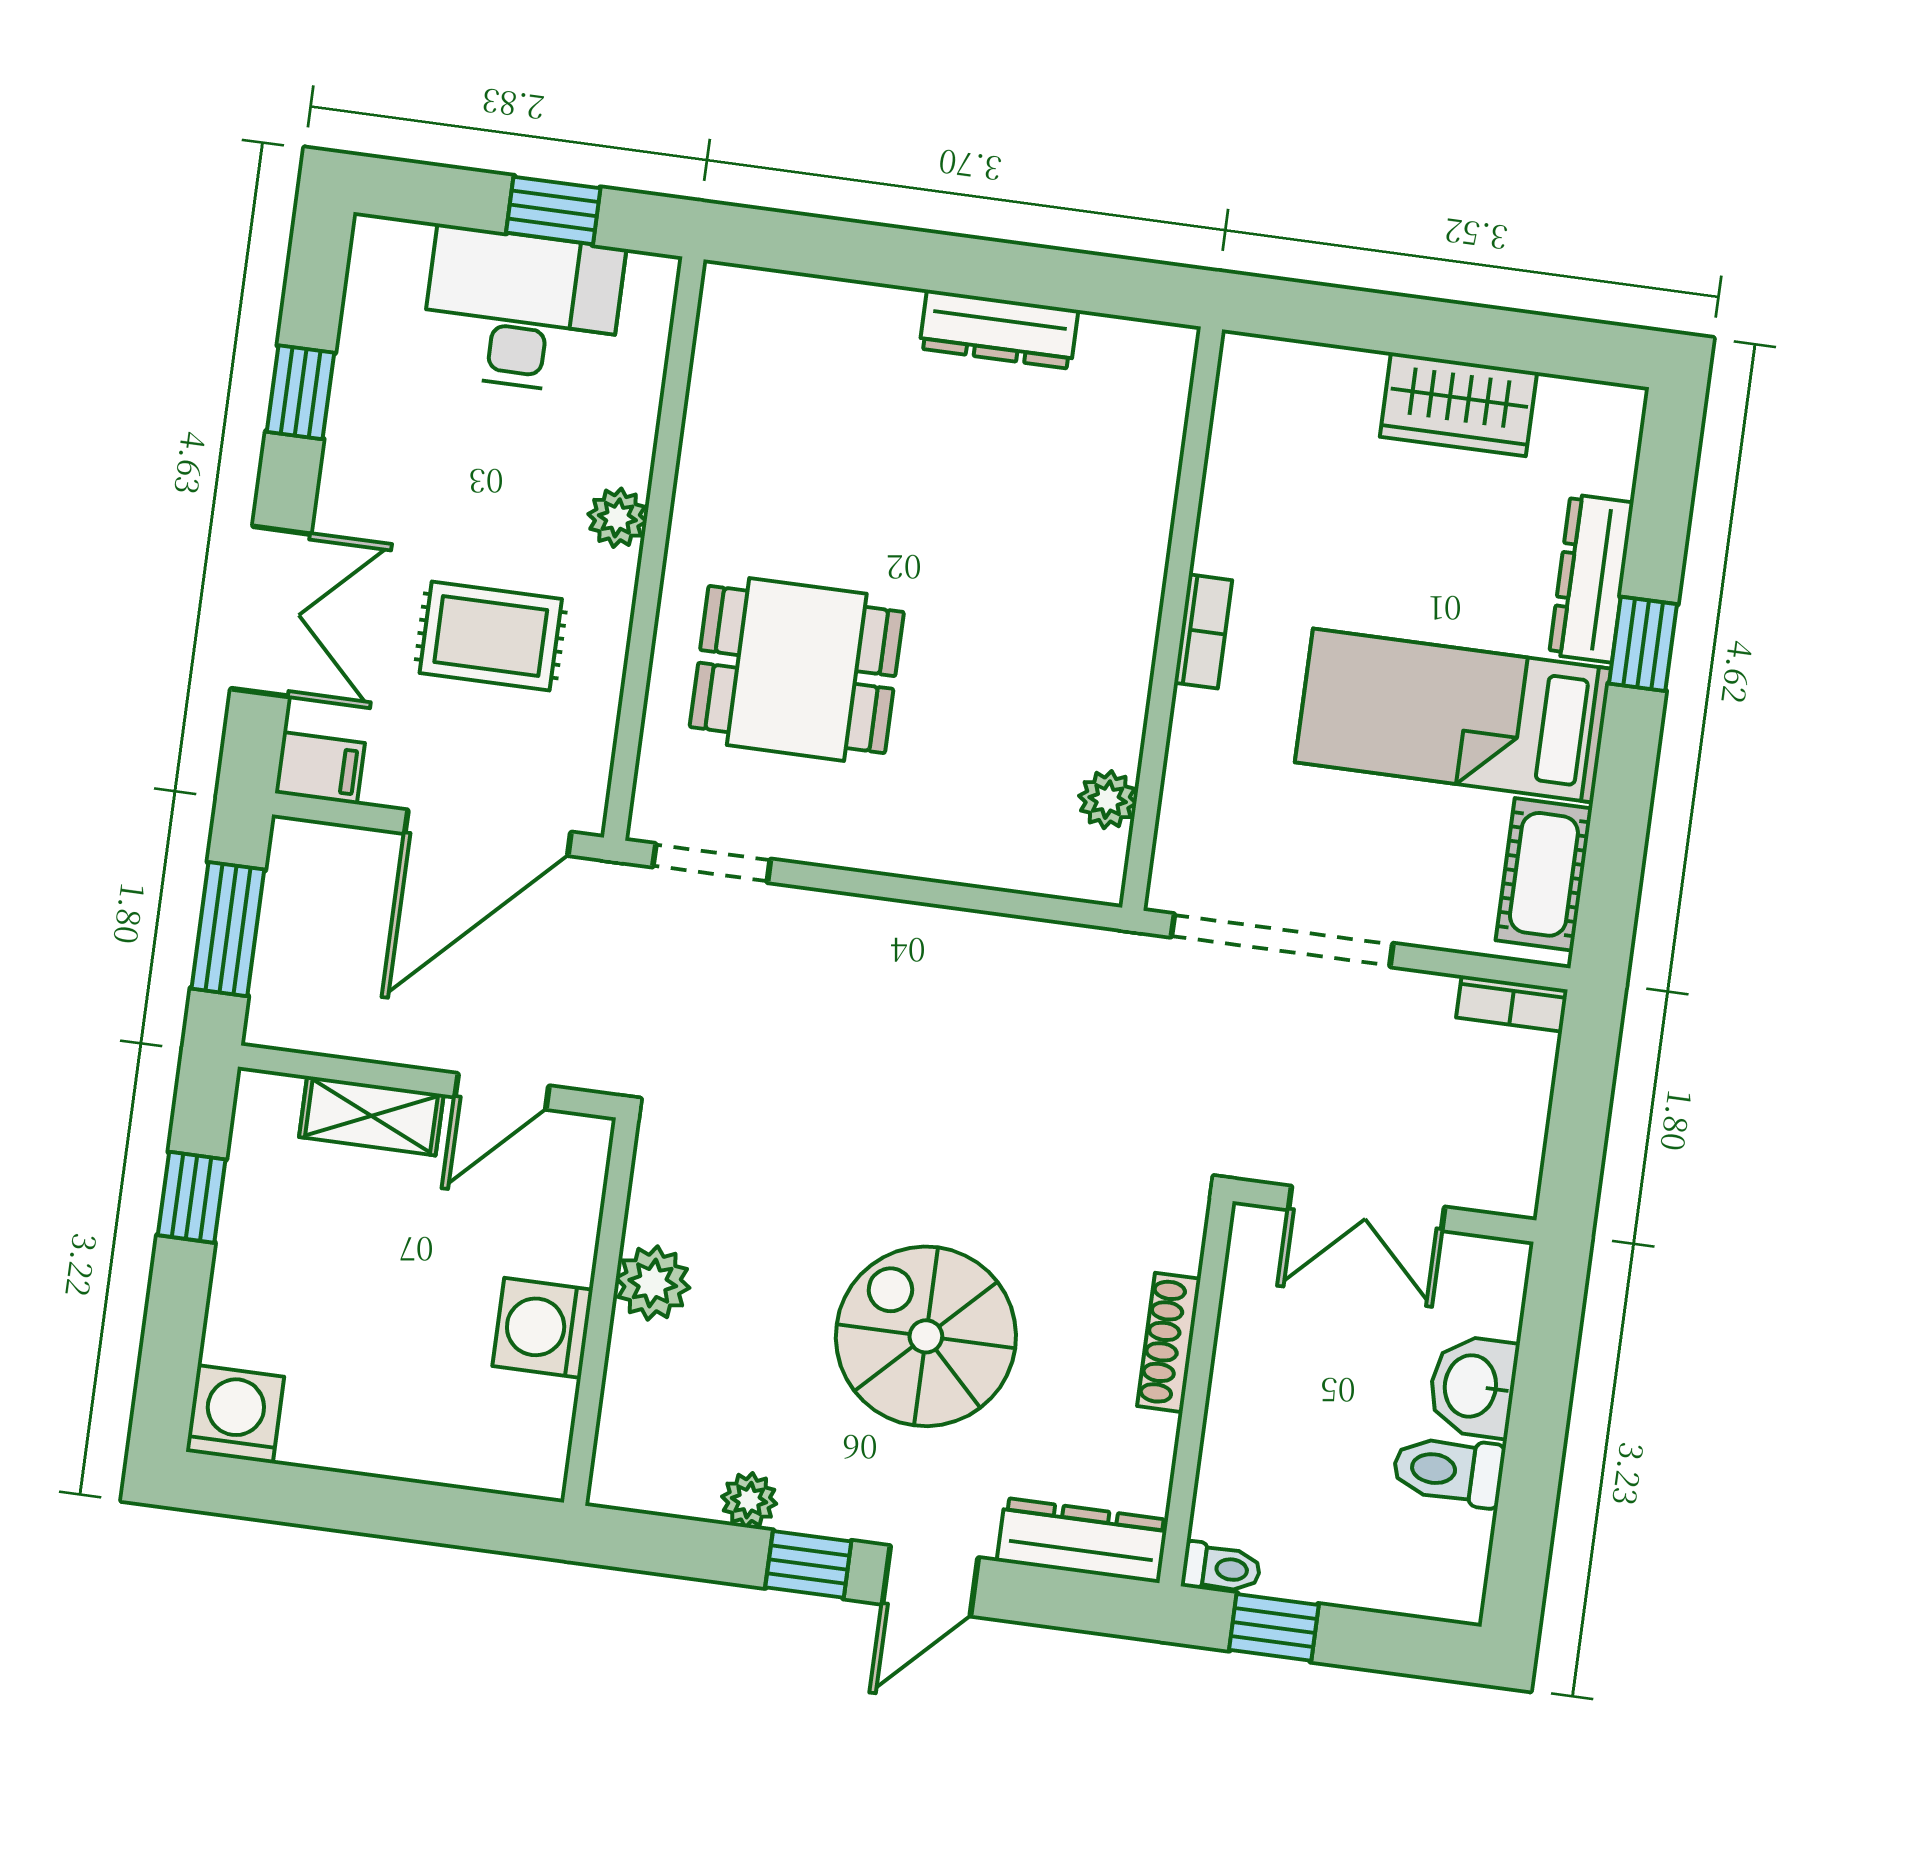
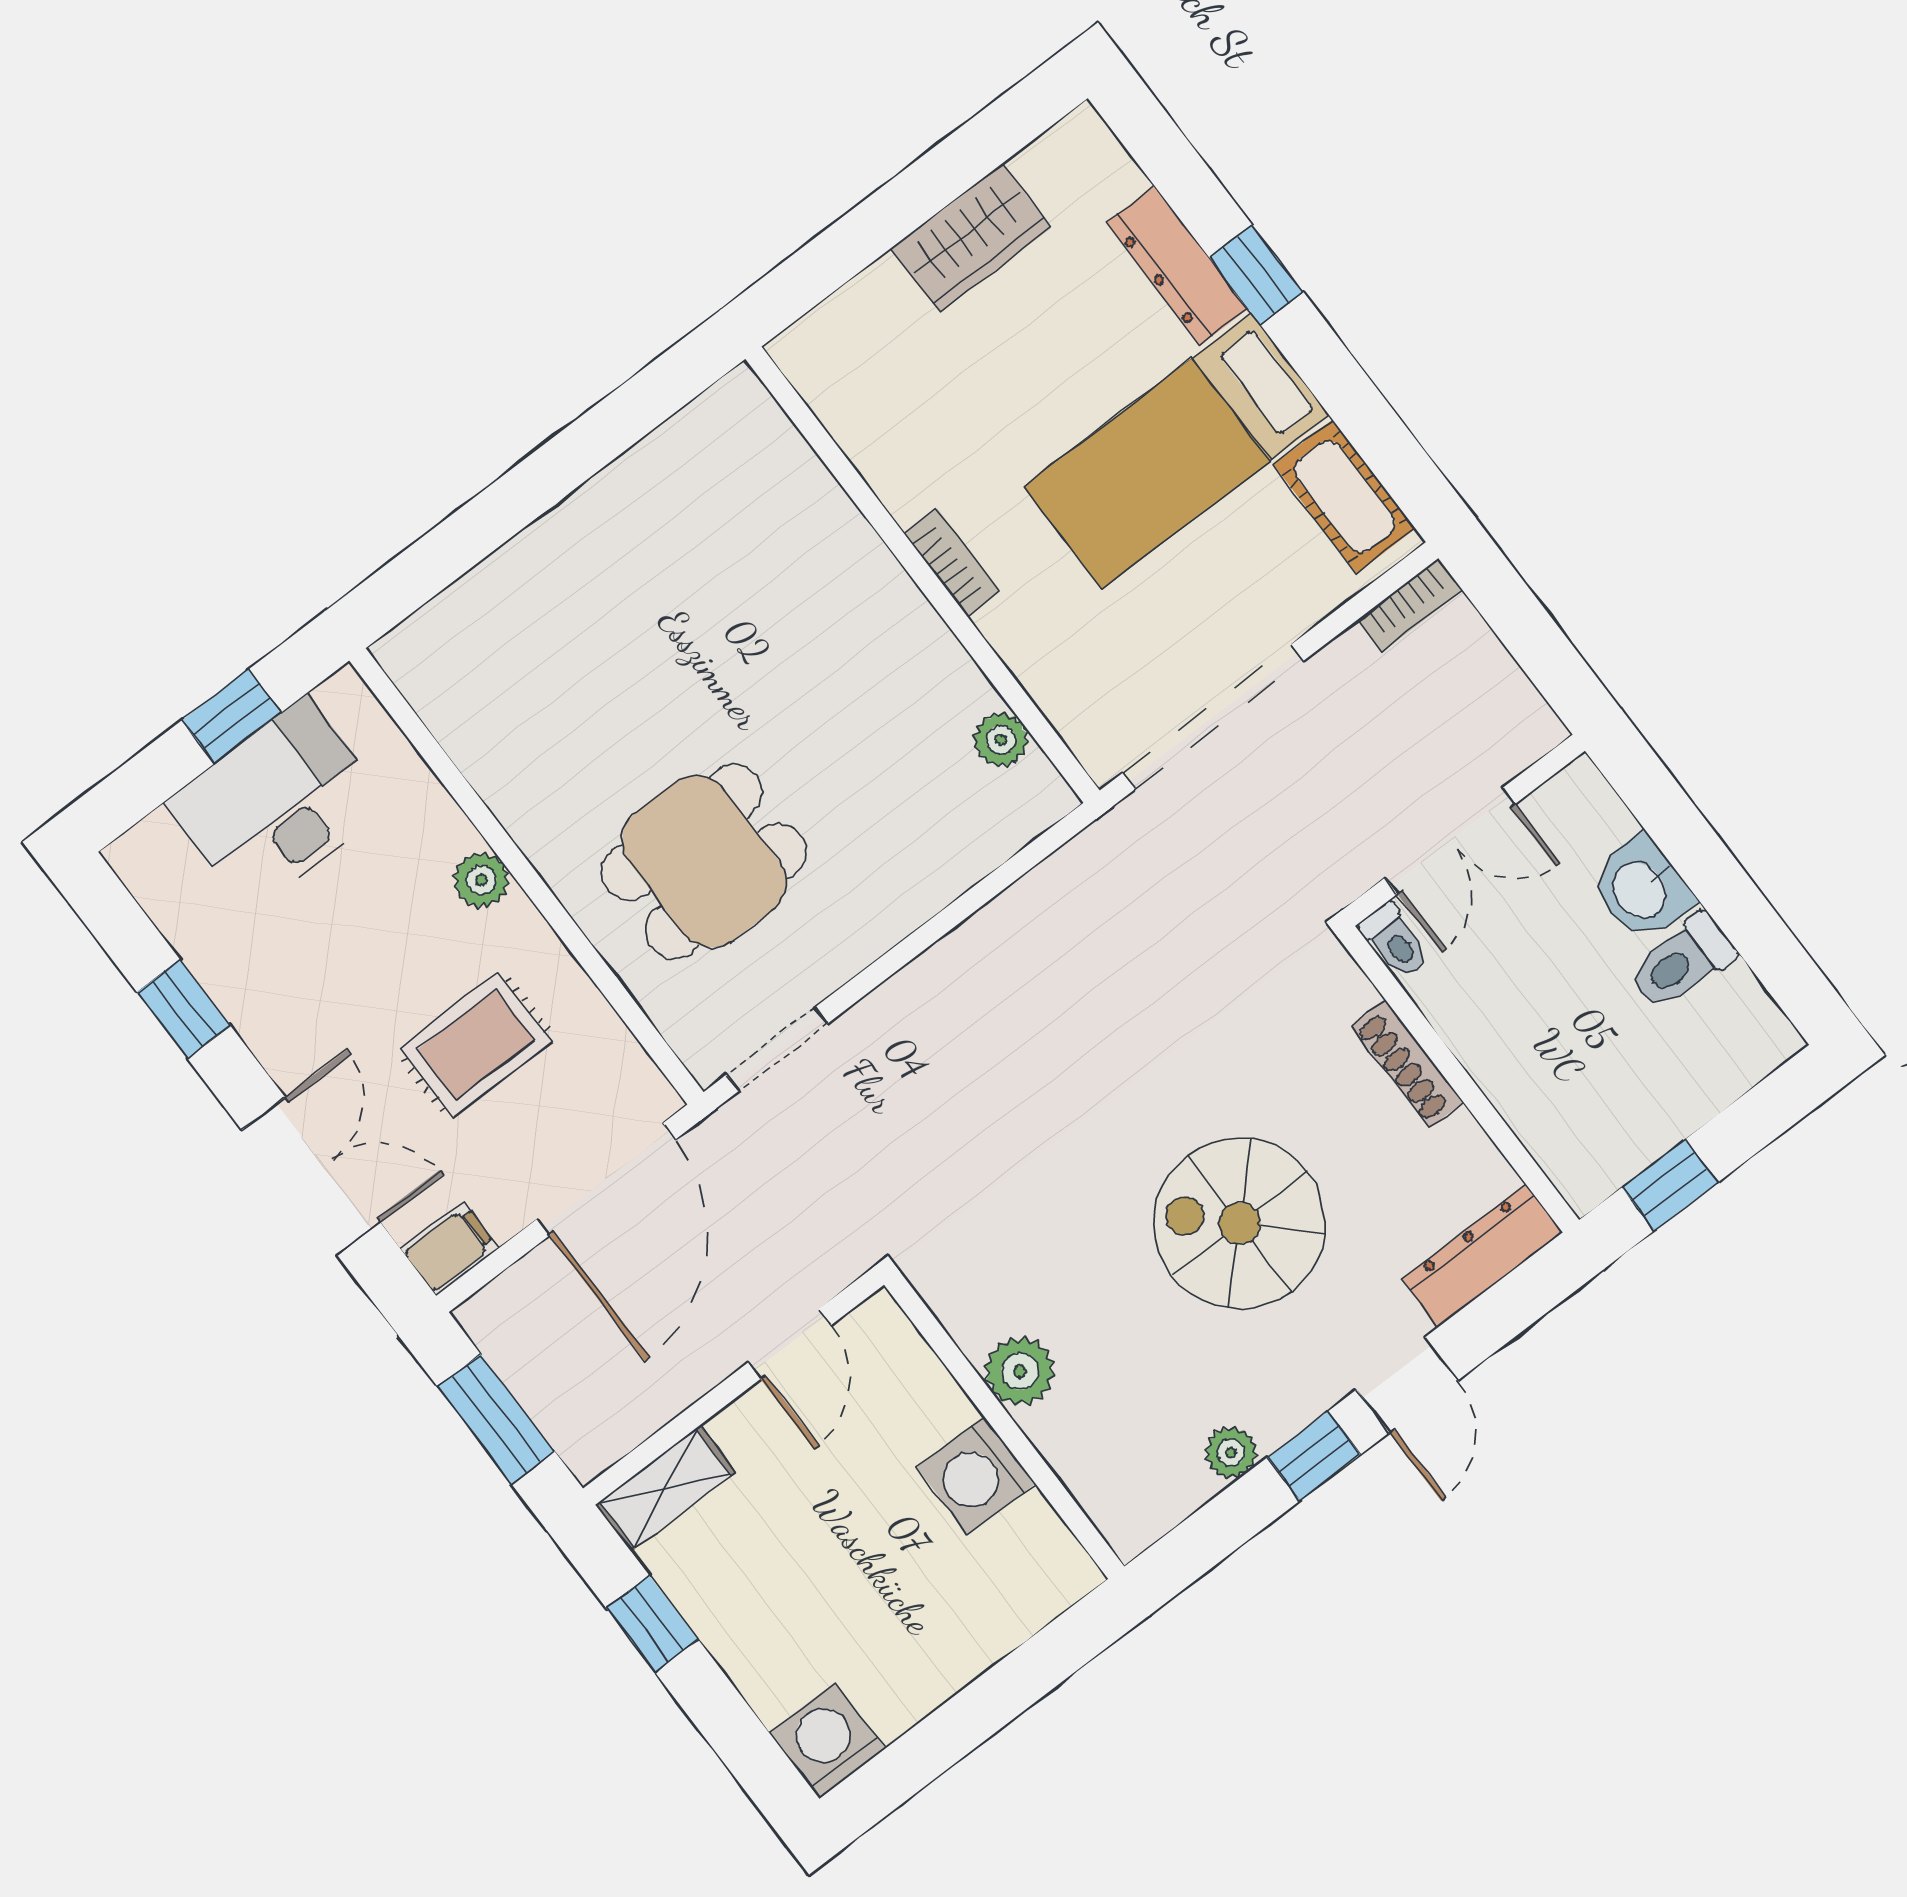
dresser: (999, 329) -> (611, 497), removed
shelving: (371, 1116) -> (665, 1488), moved
toilet: (1221, 1568) -> (1394, 941), moved, turned 90

